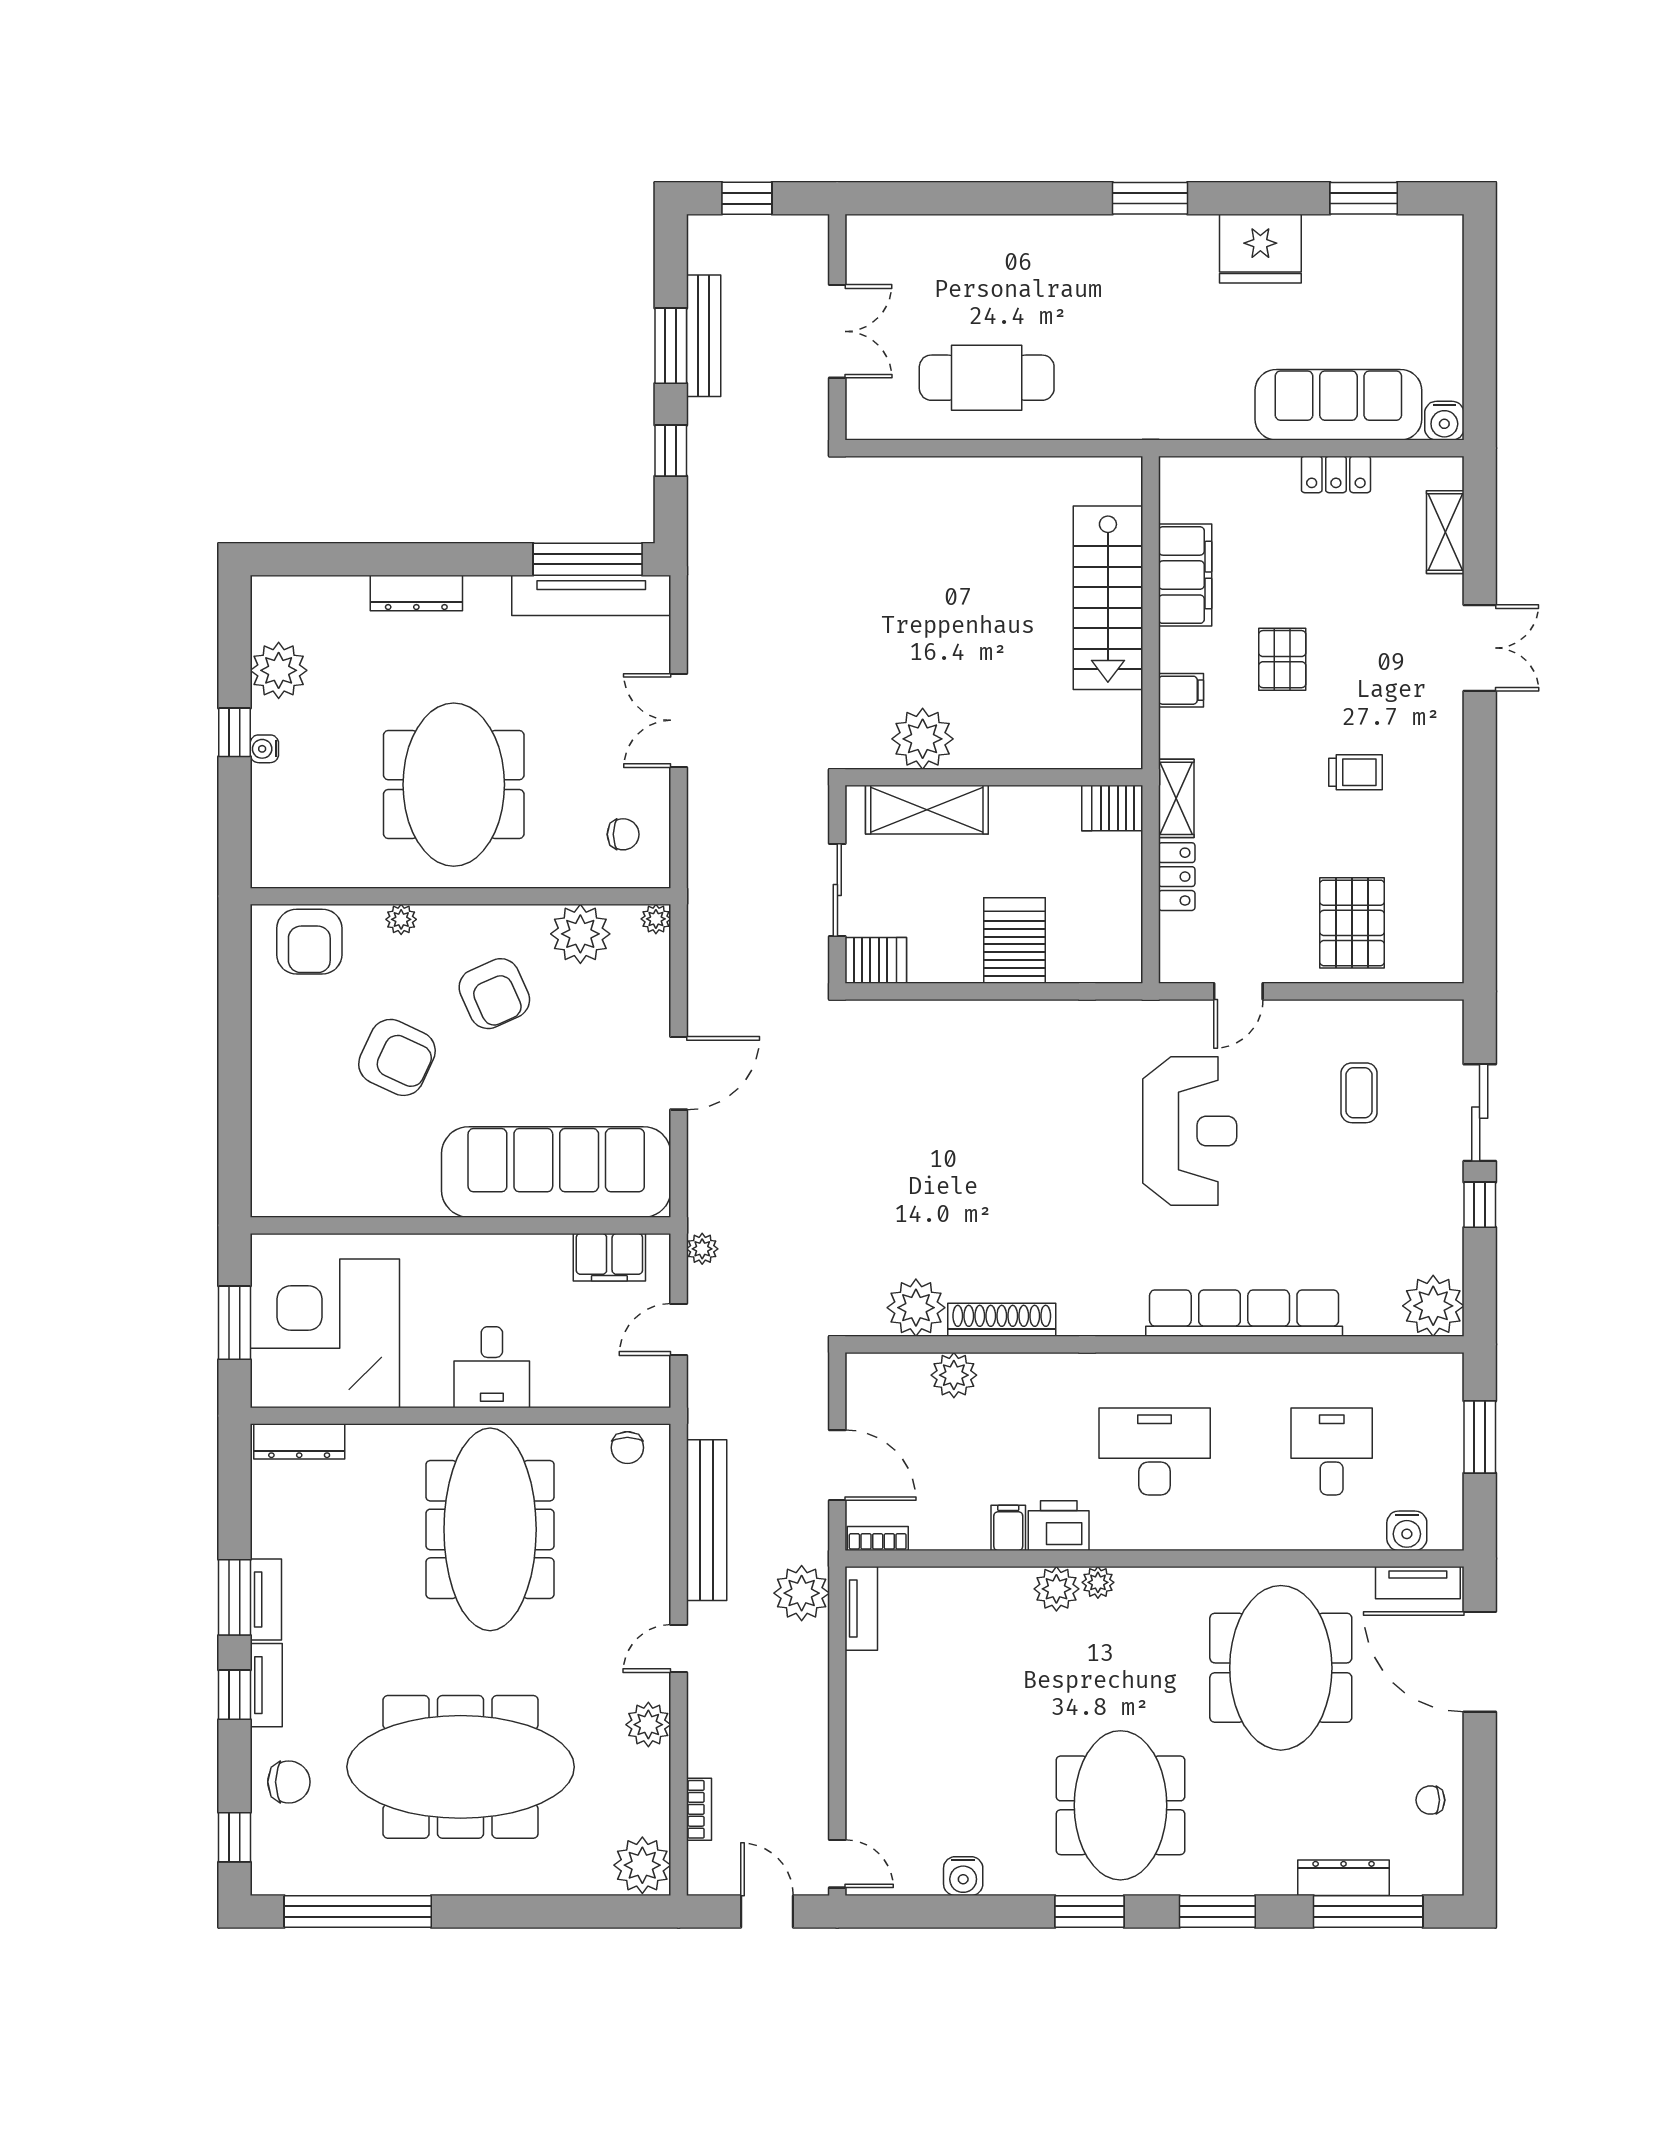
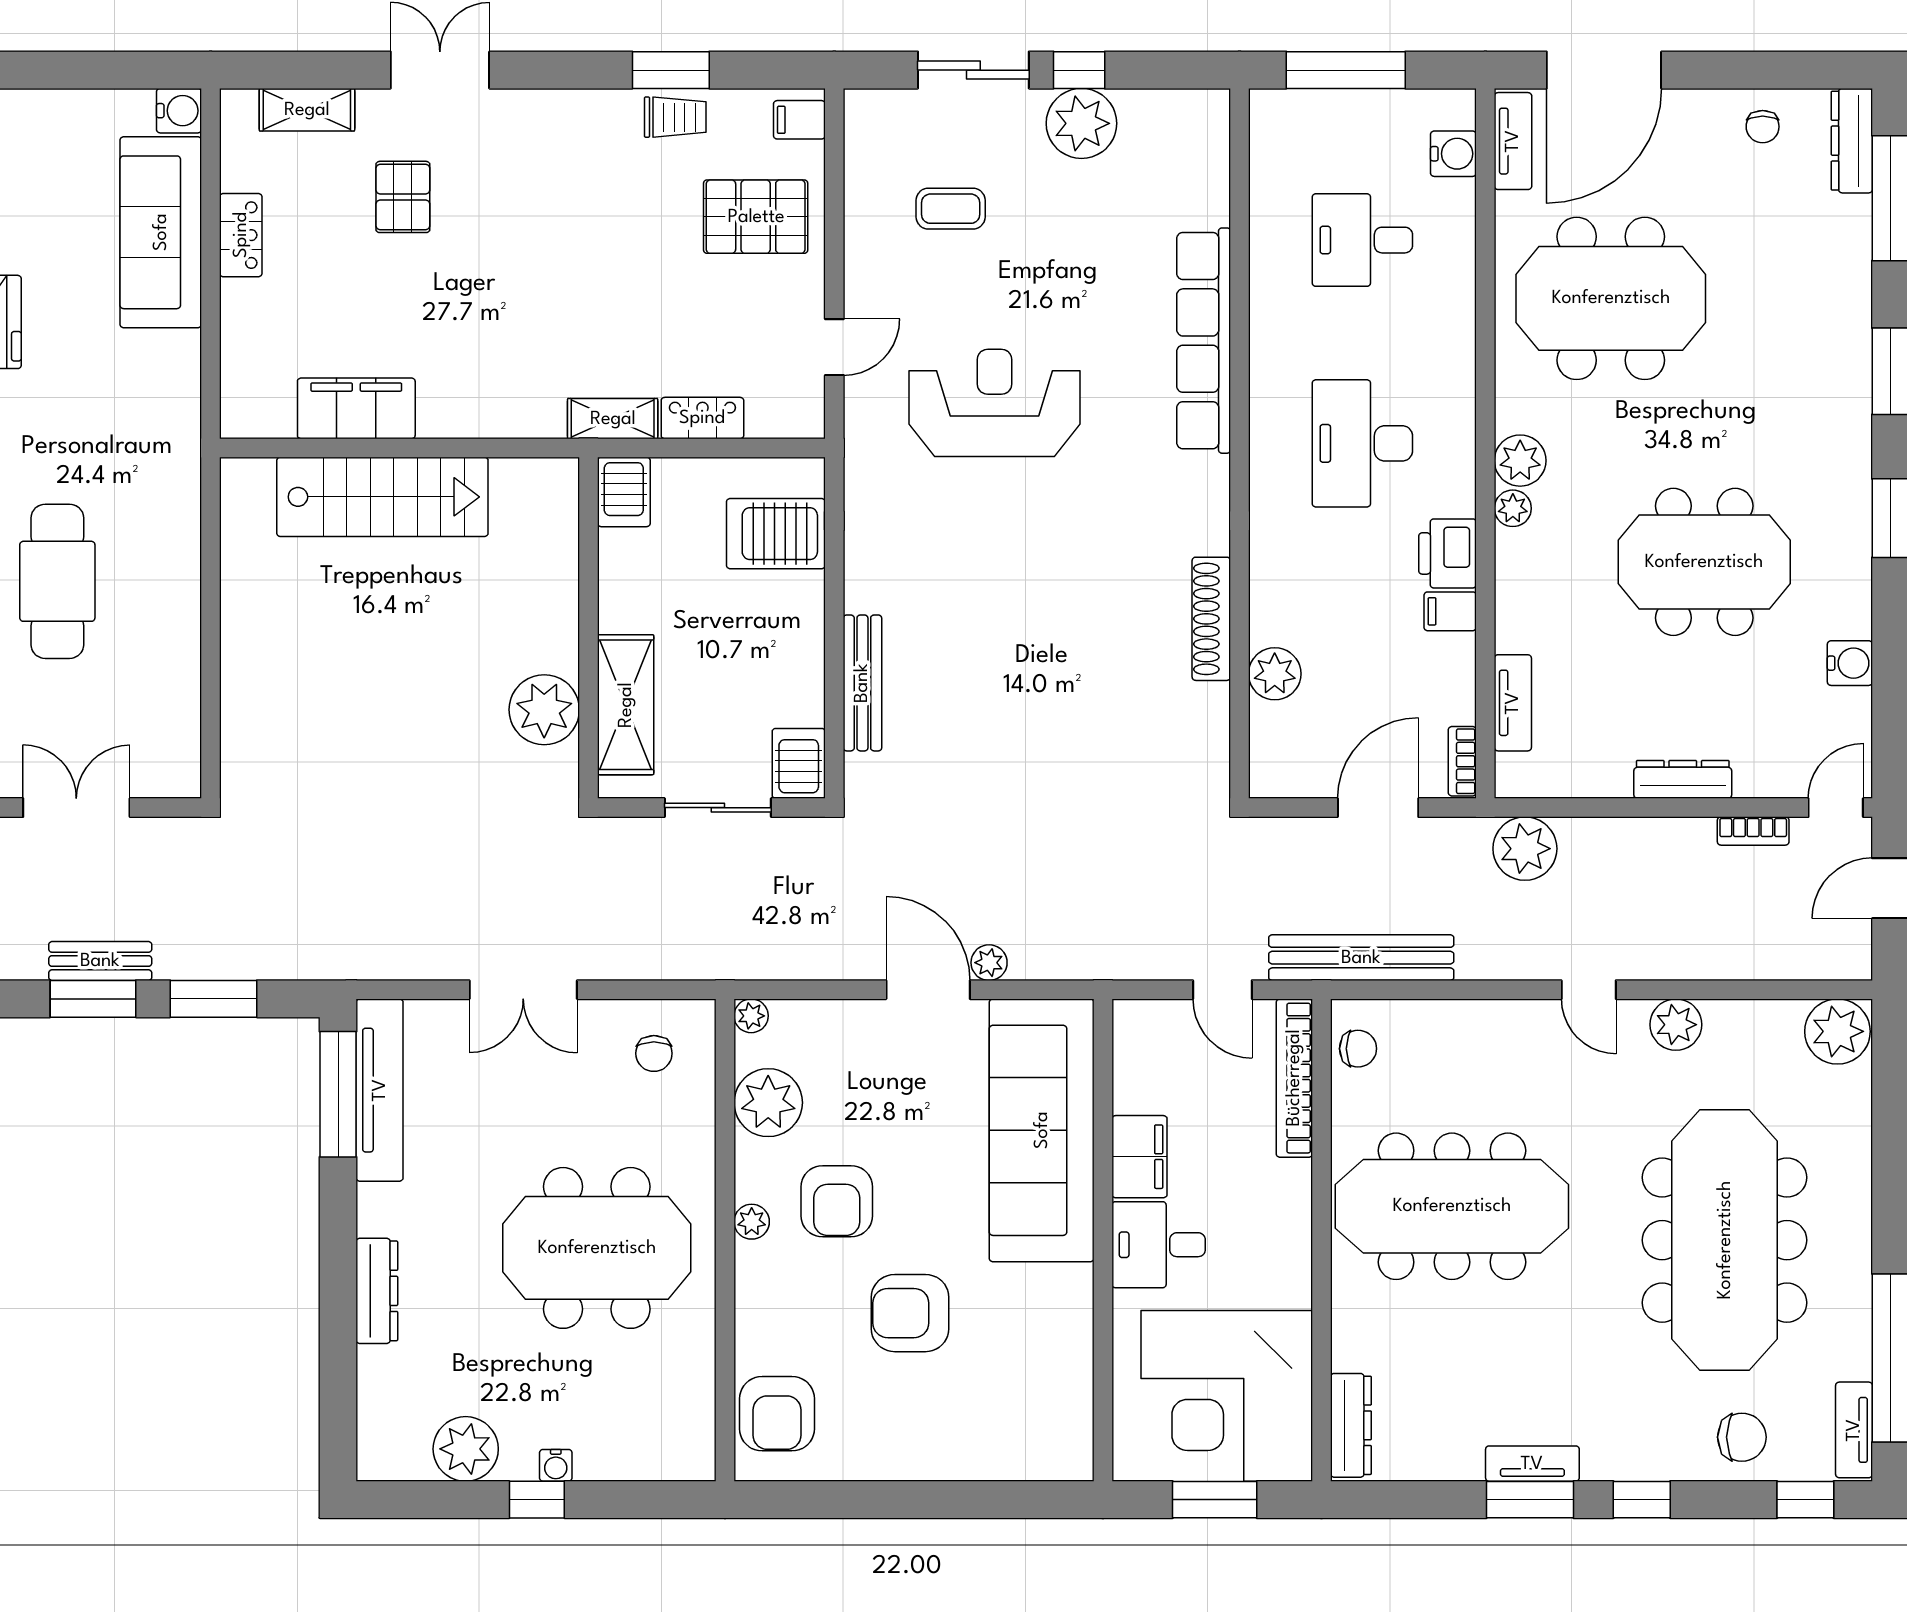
bench: (704, 336) -> (100, 961), width x0.73
cafe table: (987, 378) -> (57, 581), moved
window: (671, 451) -> (214, 999), width x1.50
pallet: (1282, 659) -> (403, 197), moved, turned 90
filing cabinet: (1181, 690) -> (799, 120), moved, turned -90
trolley: (1356, 772) -> (675, 117), moved, turned 90
chair: (623, 834) -> (654, 1053), turned 180
window: (1480, 849) -> (671, 70), added
plant: (401, 919) -> (752, 1222), moved
server rack: (1015, 941) -> (776, 534), moved
armchair: (309, 942) -> (777, 1414), turned 90
door: (1238, 991) -> (834, 347), hinge flipped
armchair: (494, 994) -> (837, 1201), turned 114
bench: (946, 1016) -> (862, 683), added
armchair: (397, 1057) -> (910, 1313), turned -115
plant: (702, 1249) -> (989, 963), moved
filing cabinet: (609, 1257) -> (1139, 1157), moved
plant: (1433, 1306) -> (1081, 123), moved
plant: (916, 1308) -> (1197, 717), removed
desk: (492, 1367) -> (1159, 1245), moved, turned 180
bookcase: (602, 1392) -> (1294, 1078), added
window: (1480, 1437) -> (1346, 70), width x1.44
bench: (707, 1520) -> (1361, 958), moved
plant: (1056, 1589) -> (1520, 461), moved
tv unit: (861, 1608) -> (1513, 703), moved, turned 90
tv unit: (266, 1685) -> (1854, 1430), moved, turned -90
dresser: (862, 1730) -> (1683, 779), added
chair: (289, 1782) -> (1742, 1437), turned 90
meeting table: (1120, 1805) -> (1704, 562), moved
bookcase: (699, 1809) -> (1753, 831), moved, turned 180
dresser: (1344, 1878) -> (1852, 141), moved

